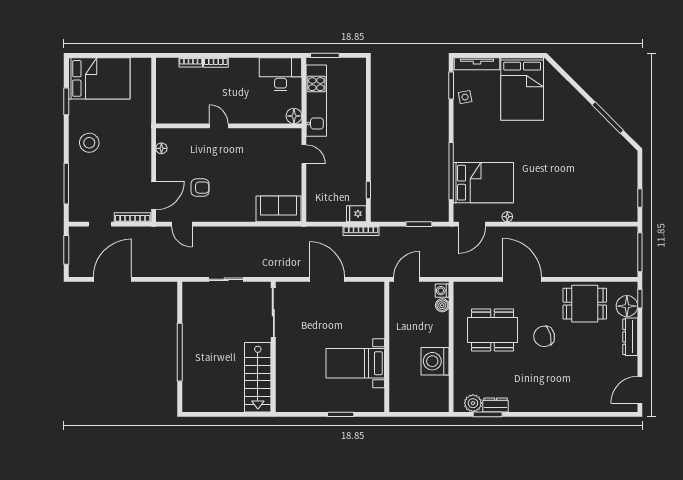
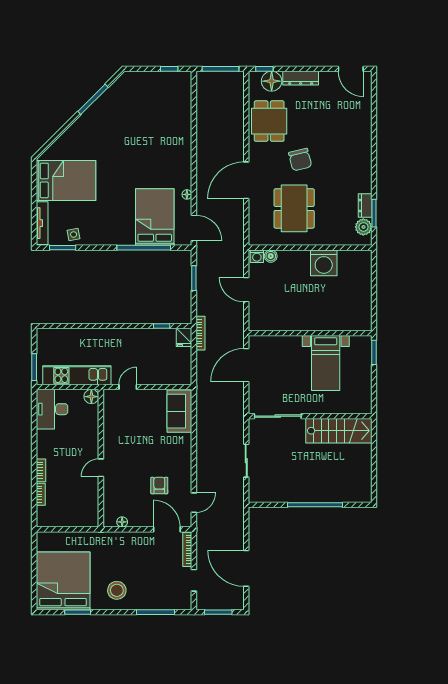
bed: (99, 78) -> (63, 581), width x1.36
wall: (387, 347) -> (310, 333), moved
bed with nightstands: (355, 363) -> (326, 363), moved

